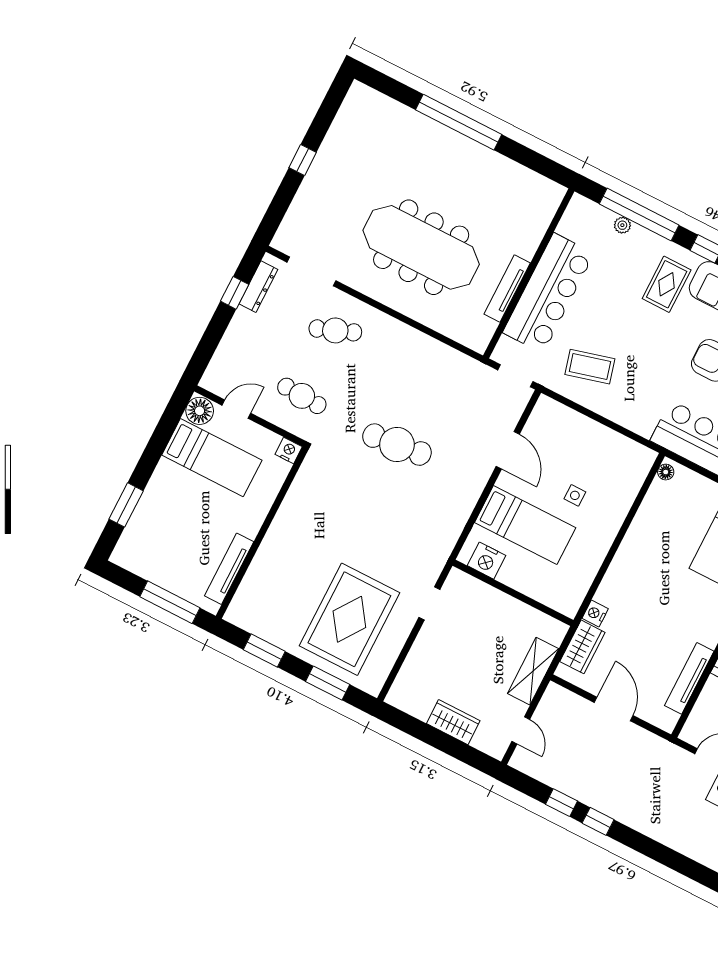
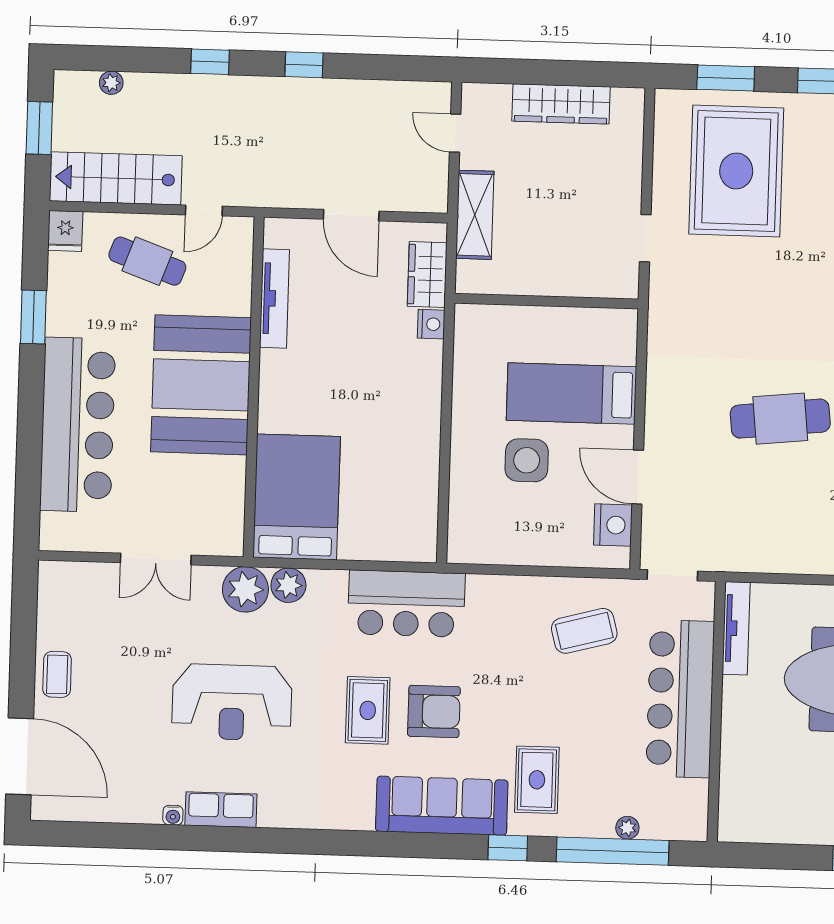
tv unit: (507, 288) -> (736, 628), moved
floor lamp: (666, 472) -> (426, 544), removed
side table: (575, 495) -> (527, 460), width x1.87, depth x1.87
nightstand: (487, 561) -> (613, 525), moved, turned 90
wardrobe: (453, 722) -> (561, 104), width x1.50
window: (562, 803) -> (210, 62), moved

